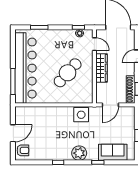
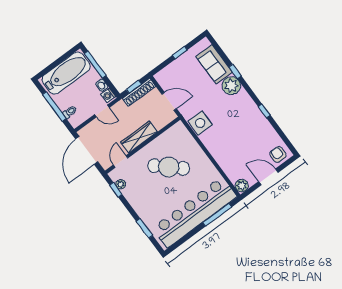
plant: (20, 112) -> (242, 186), added
plant: (79, 153) -> (231, 86), moved

